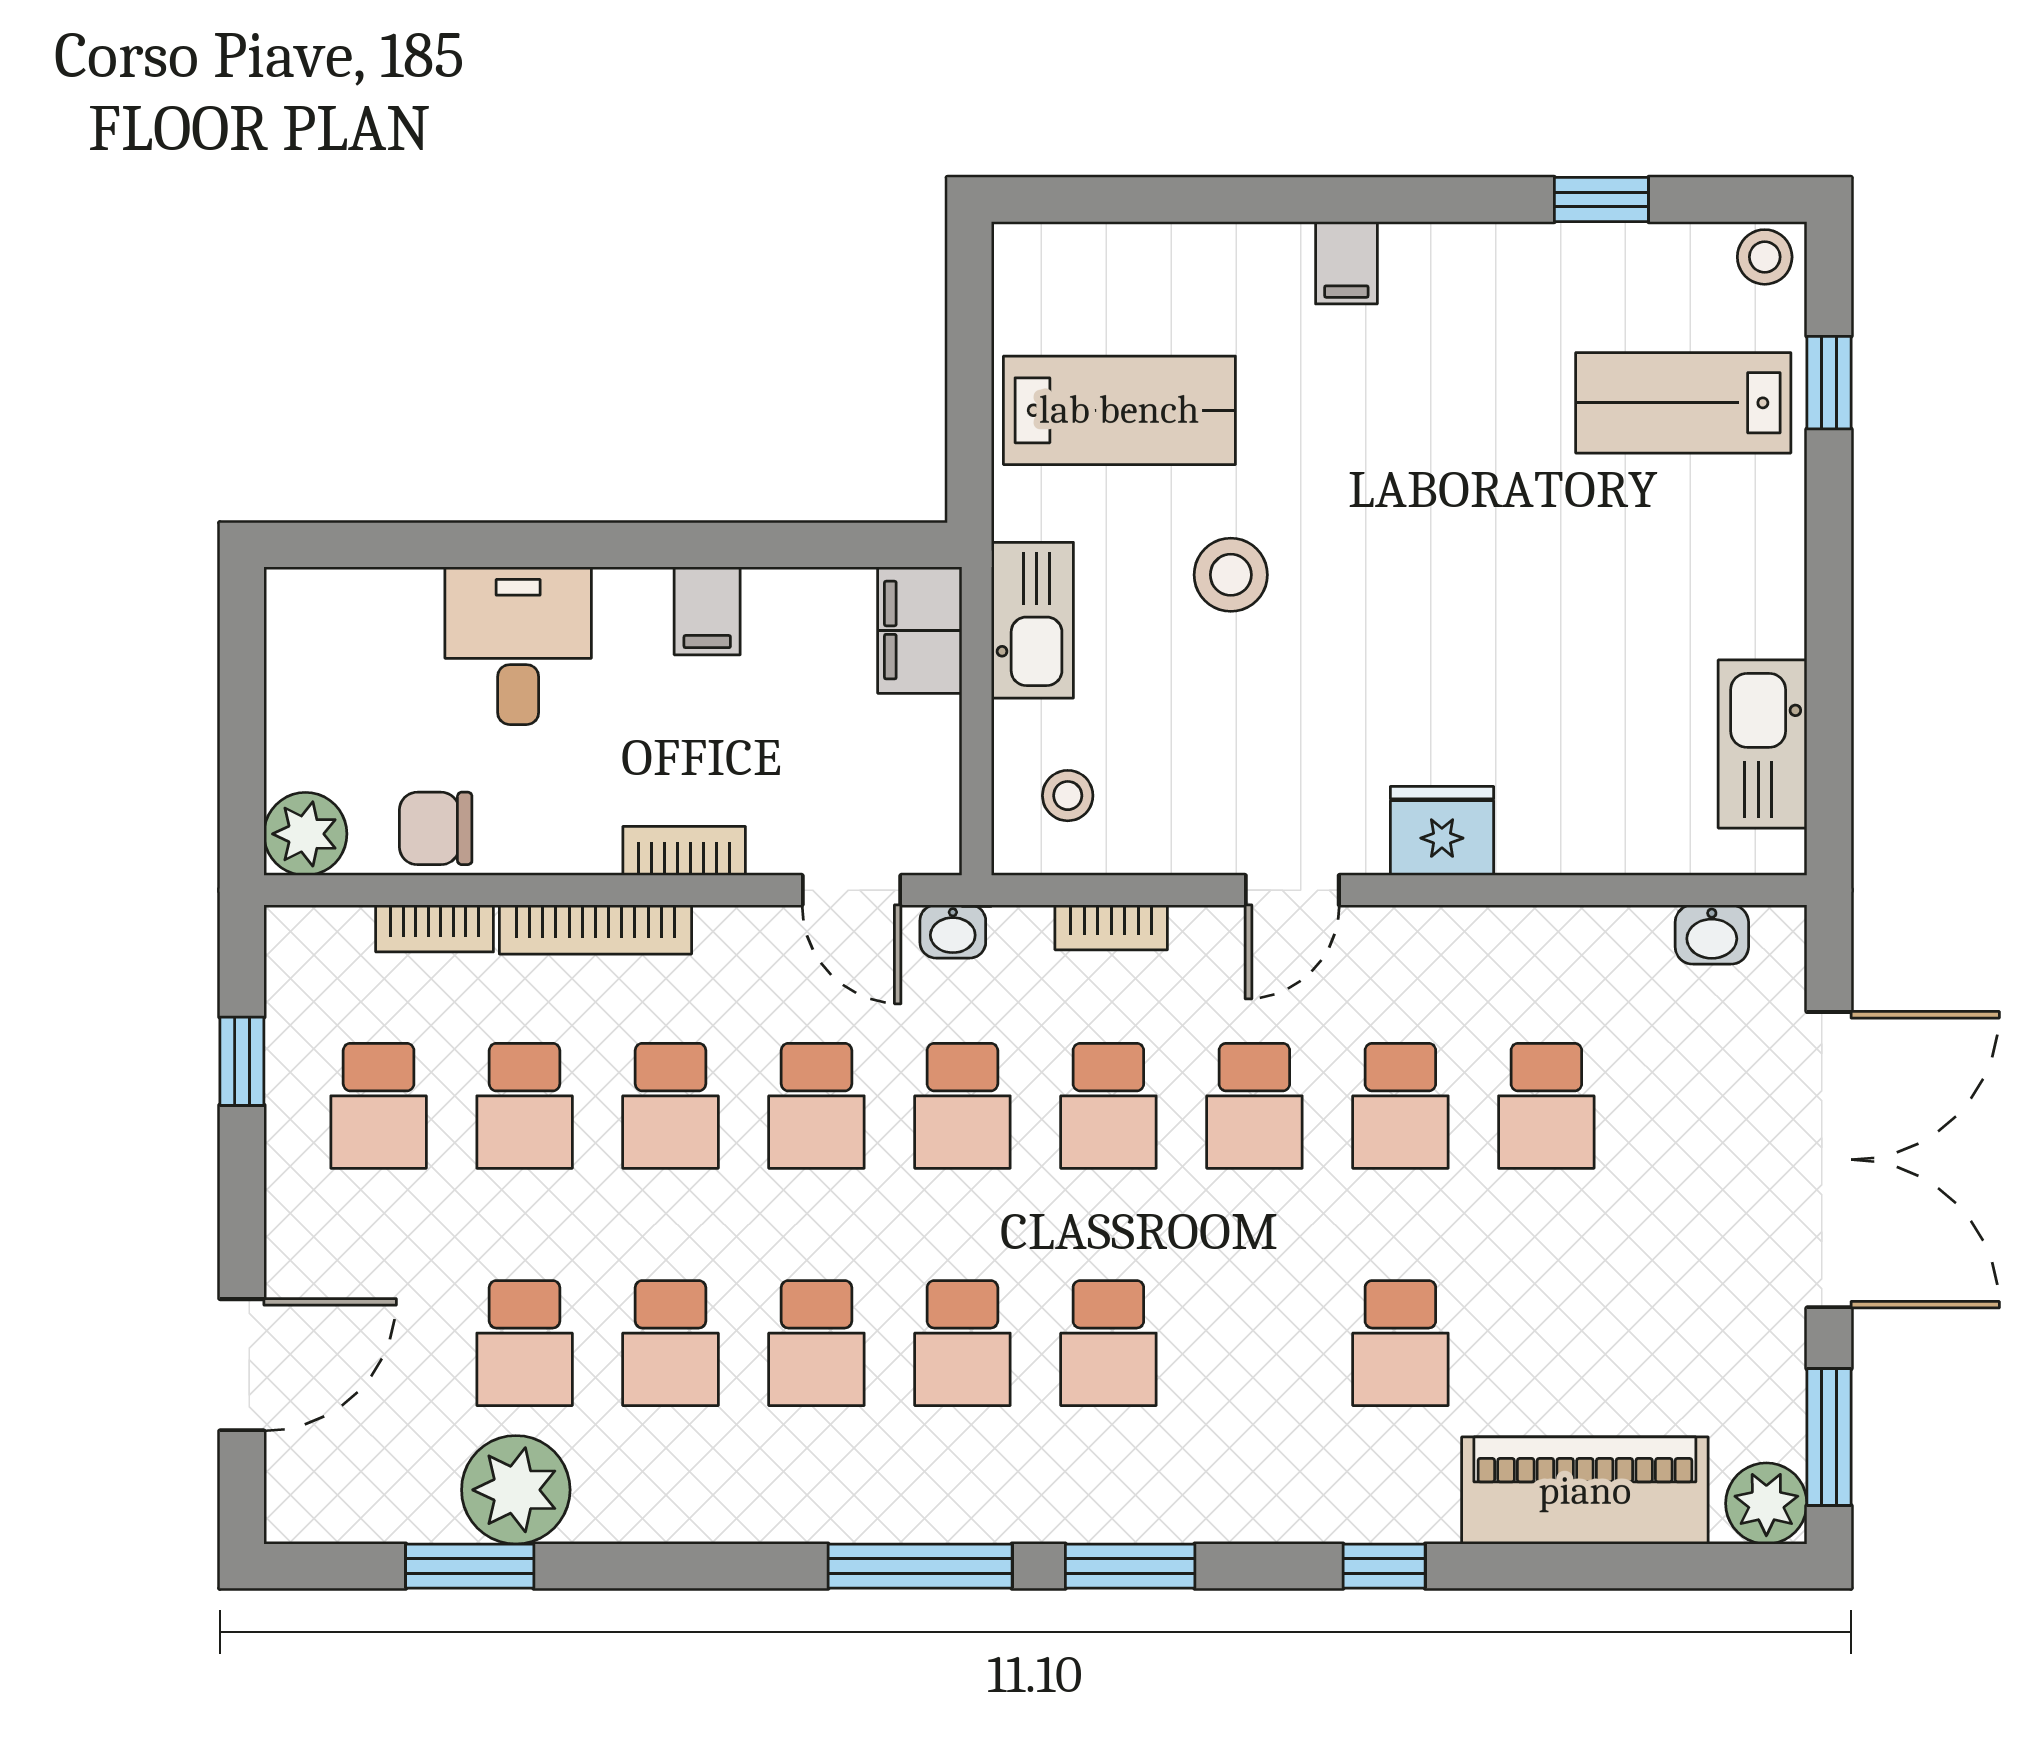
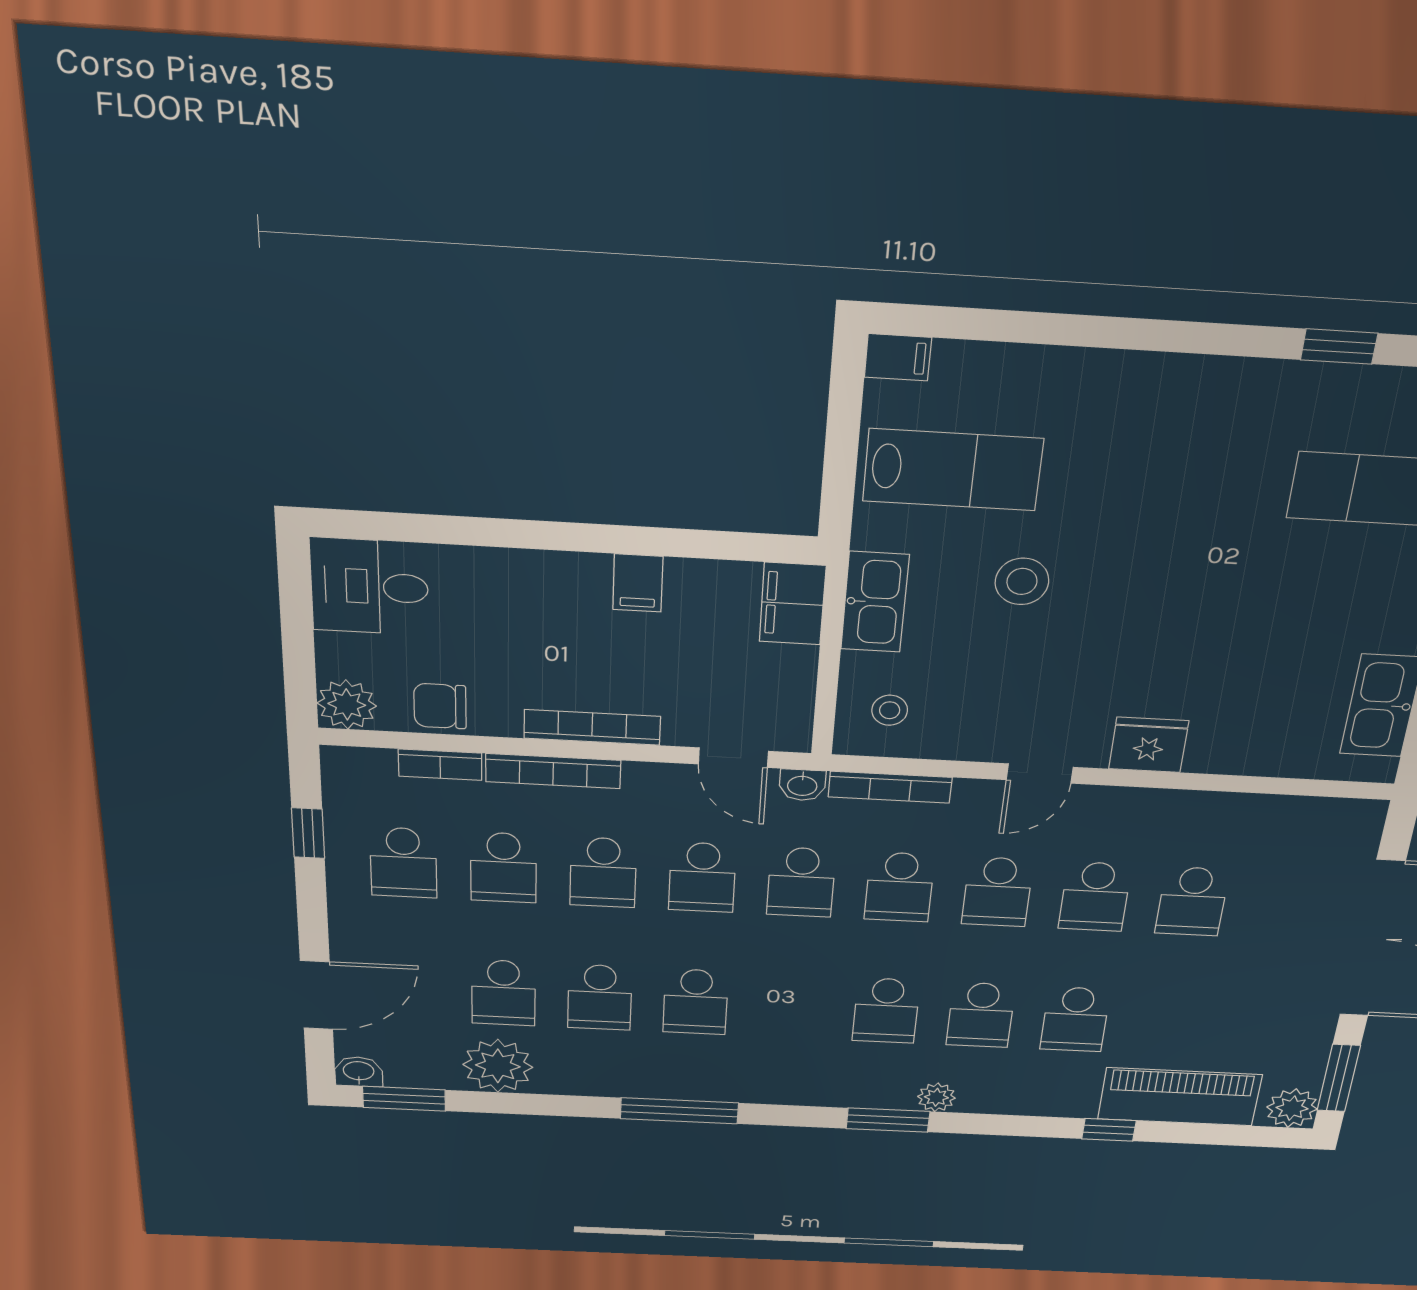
filing cabinet: (1346, 263) -> (898, 357), moved, turned -90
desk: (518, 646) -> (370, 587), moved, turned -90
bookcase: (684, 851) -> (592, 727), width x1.56
bookcase: (1111, 927) -> (890, 787), width x1.56
washbasin: (1712, 935) -> (359, 1072), moved, turned 180
school desk: (962, 1343) -> (981, 1015), moved
plant: (1202, 1514) -> (936, 1097), added
window: (470, 1566) -> (404, 1099), moved
window: (920, 1566) -> (679, 1111), moved
window: (1384, 1566) -> (1109, 1130), moved

